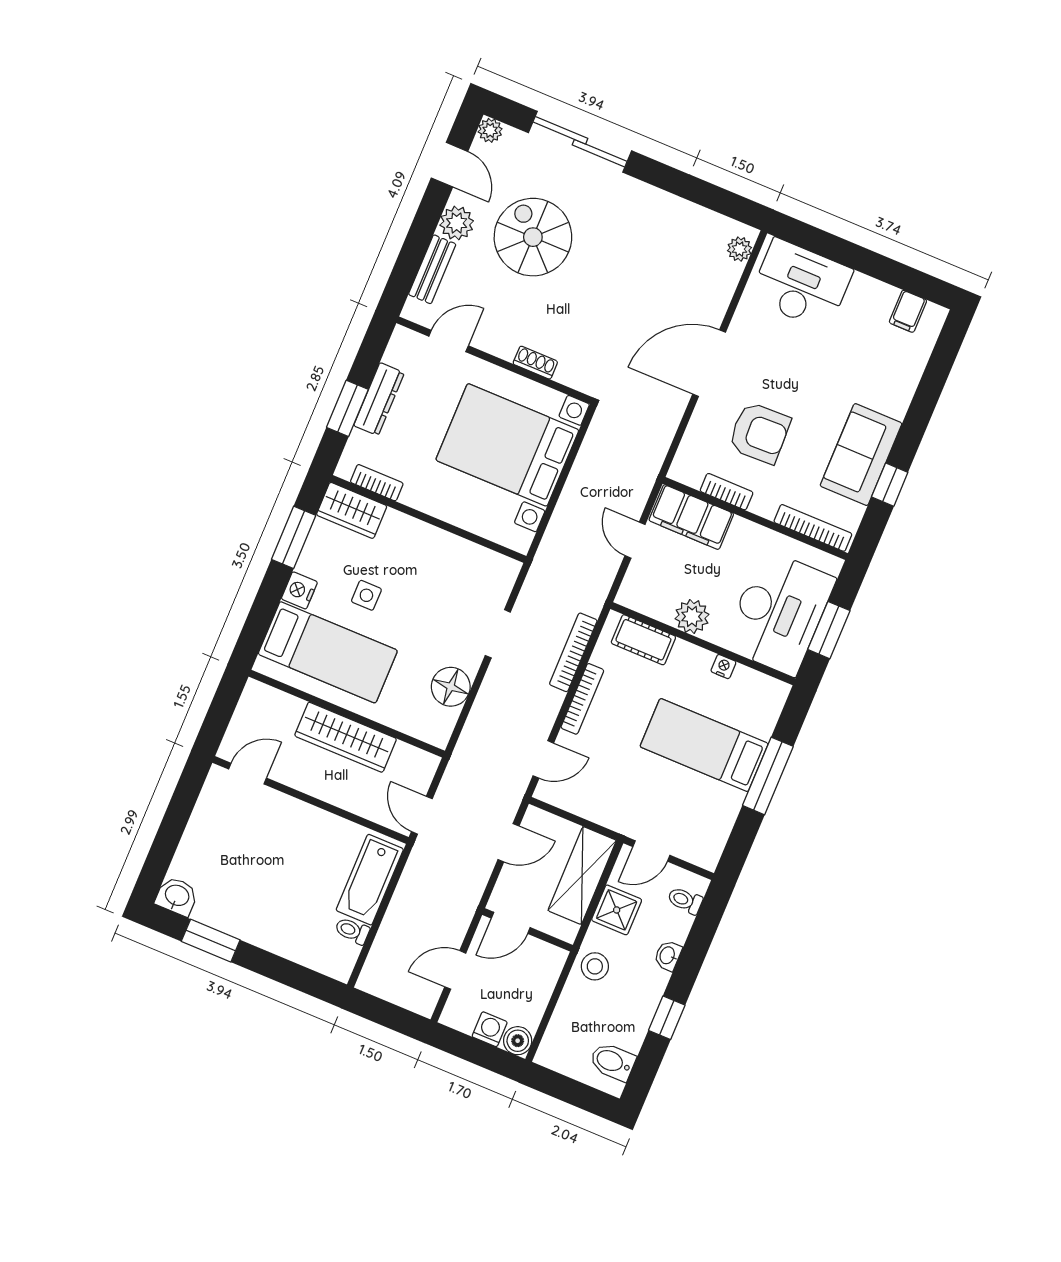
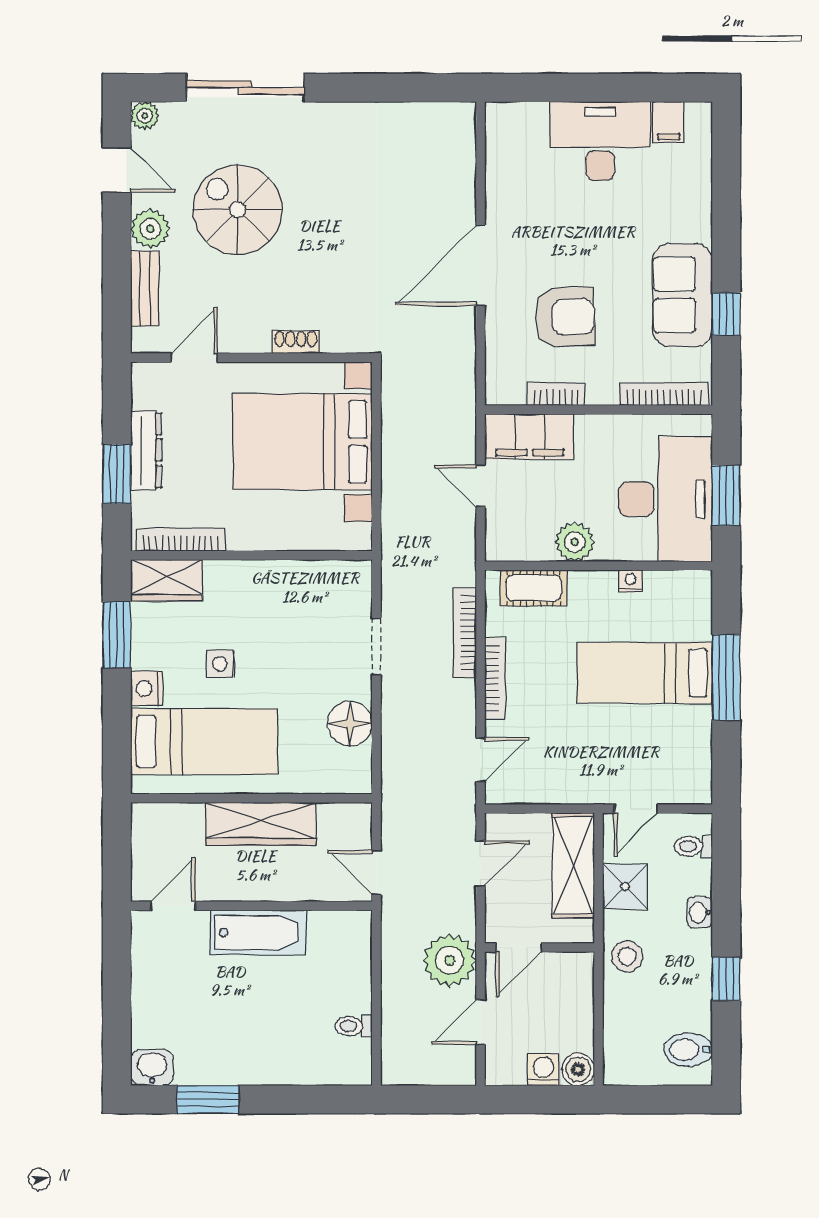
plant: (740, 249) -> (450, 960), moved, width x1.88, depth x1.88
desk: (801, 284) -> (600, 141), moved
bookcase: (377, 483) -> (181, 540), width x1.56
bathtub: (370, 880) -> (258, 933), moved, turned -90

